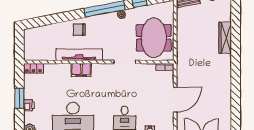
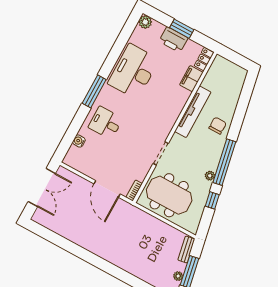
wardrobe: (225, 38) -> (130, 266), removed
filing cabinet: (81, 70) -> (191, 79), moved
door: (175, 100) -> (107, 189), moved
printer: (29, 105) -> (173, 40), width x1.87, depth x1.48

